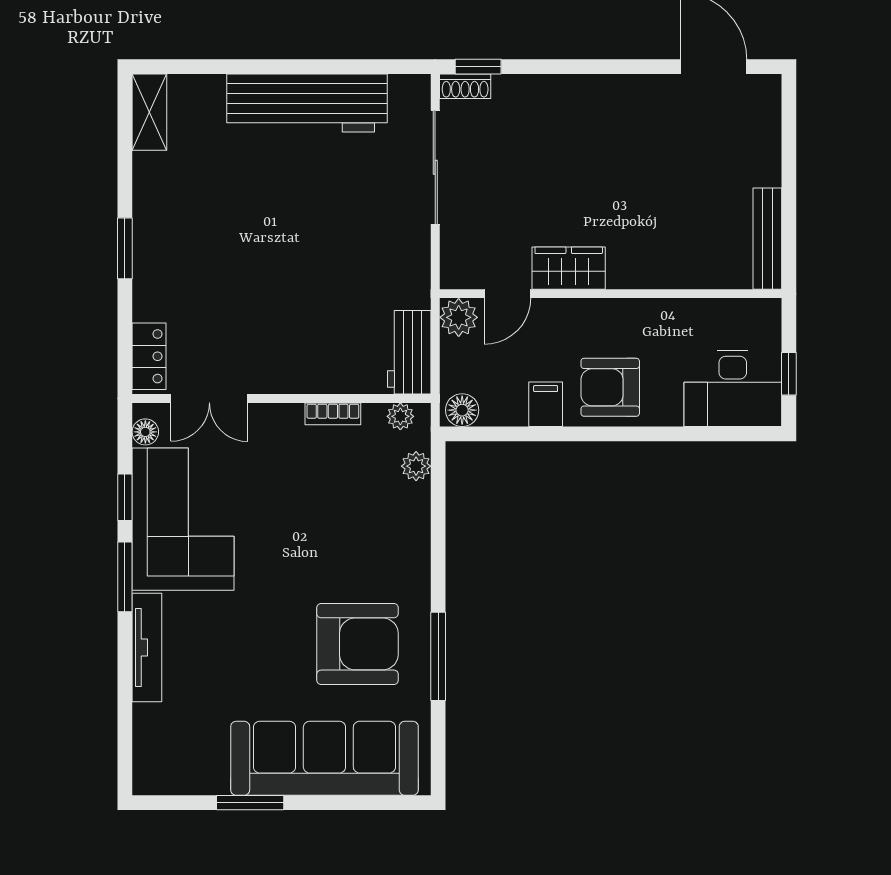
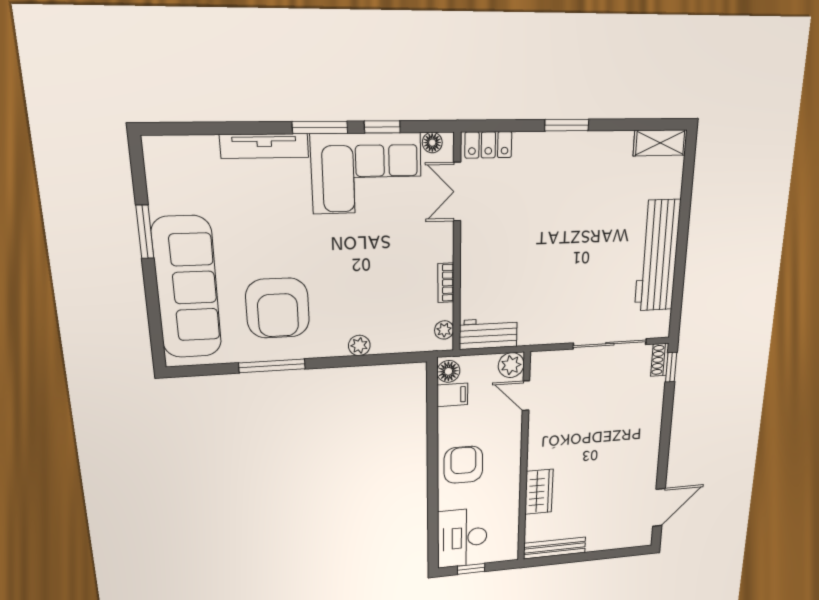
wardrobe: (569, 268) -> (539, 492), moved
filing cabinet: (546, 404) -> (452, 395), moved
plant: (416, 466) -> (359, 345), moved

